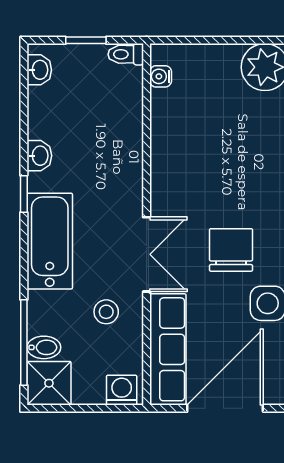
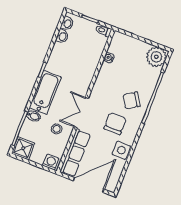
water cooler: (161, 76) -> (109, 58), moved
washbasin: (39, 156) -> (62, 36), moved
chair: (247, 185) -> (131, 100), added
double door: (147, 254) -> (81, 112), swing flipped
bidet: (44, 347) -> (33, 116), moved

